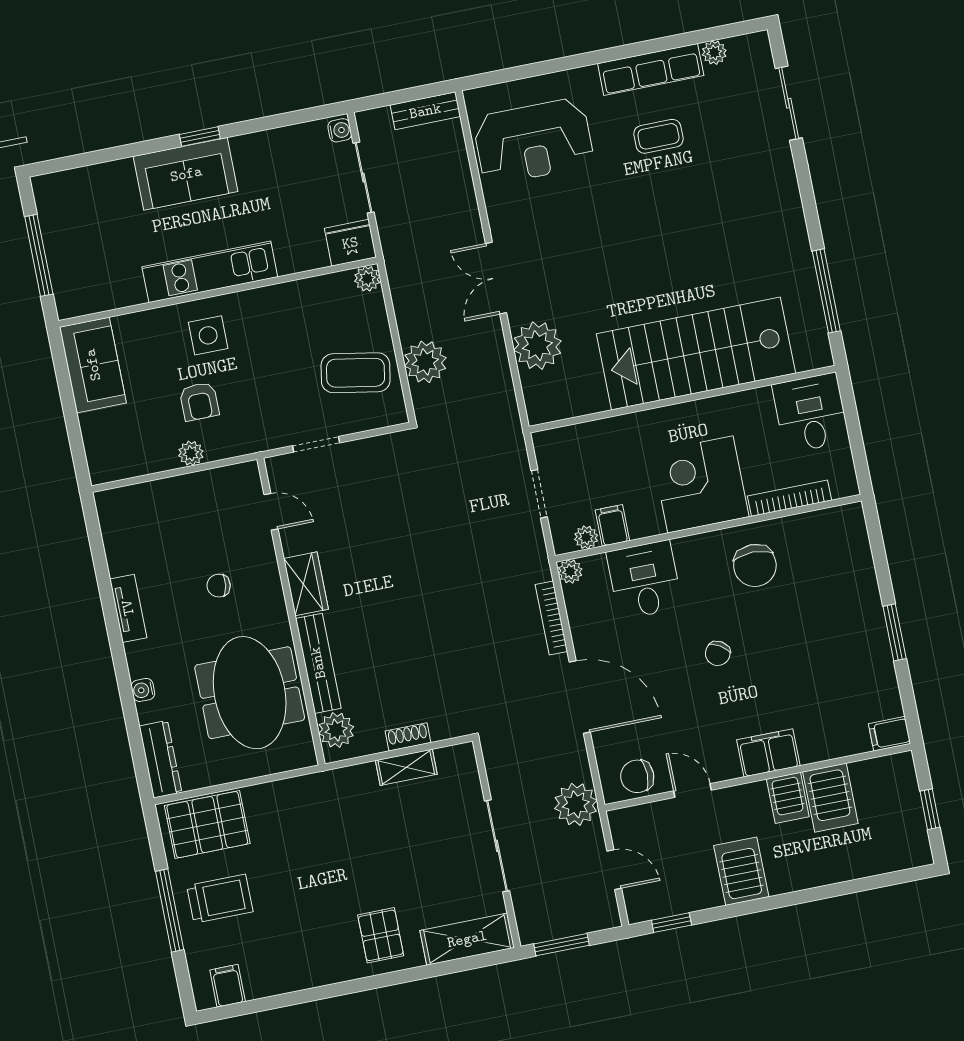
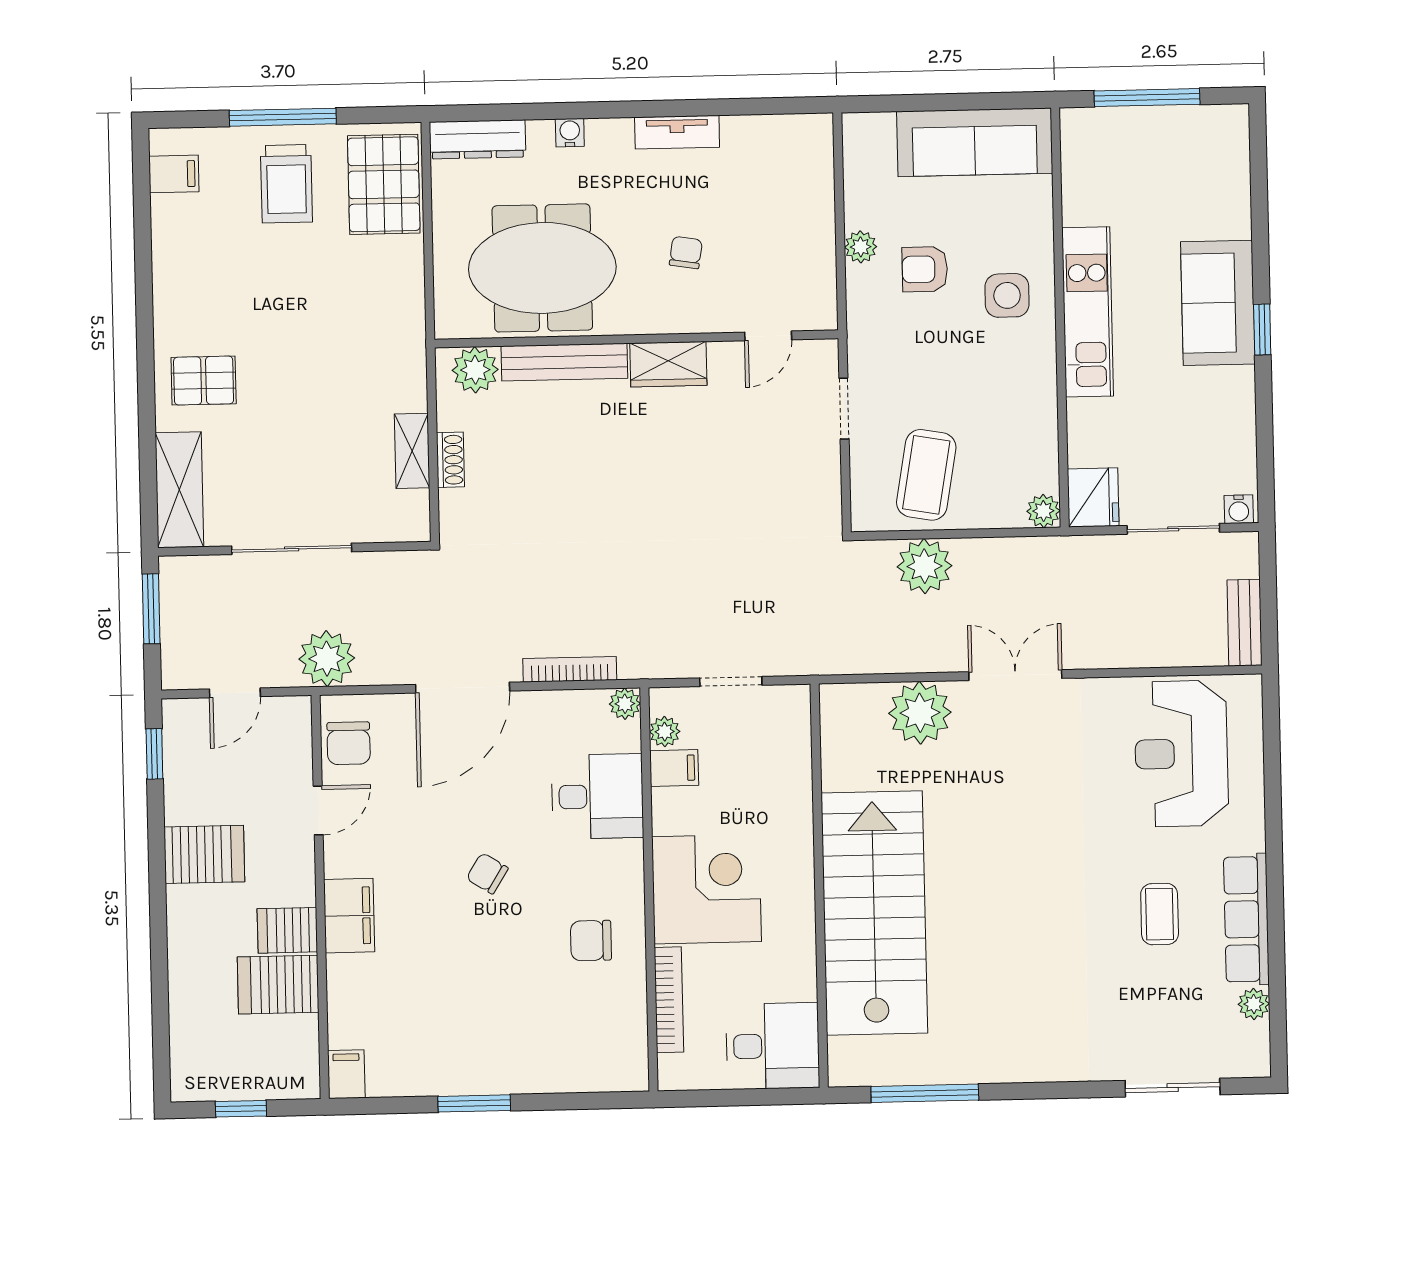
sofa: (93, 365) -> (975, 142), width x1.36
chair: (755, 565) -> (591, 941), width x0.73, depth x0.73
chair: (637, 776) -> (349, 743), turned 180

